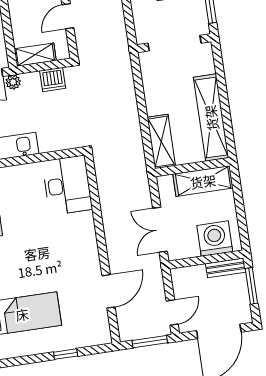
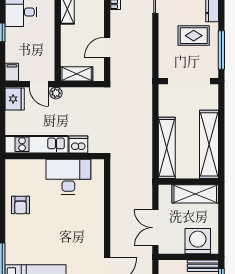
dishwasher: (53, 80) -> (78, 145), moved, turned 180
shelving: (161, 142) -> (167, 148), width x1.47
desk: (67, 185) -> (68, 177), moved, turned -90

